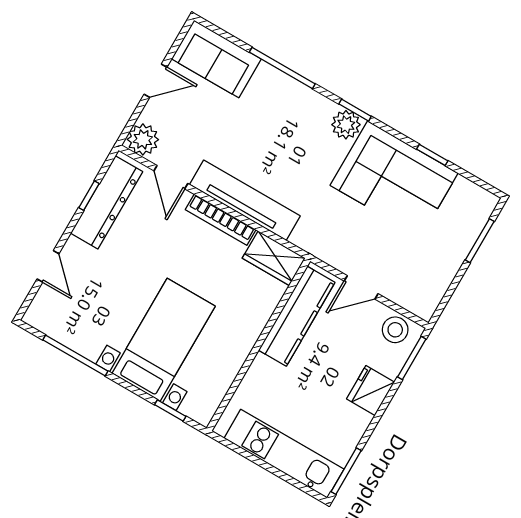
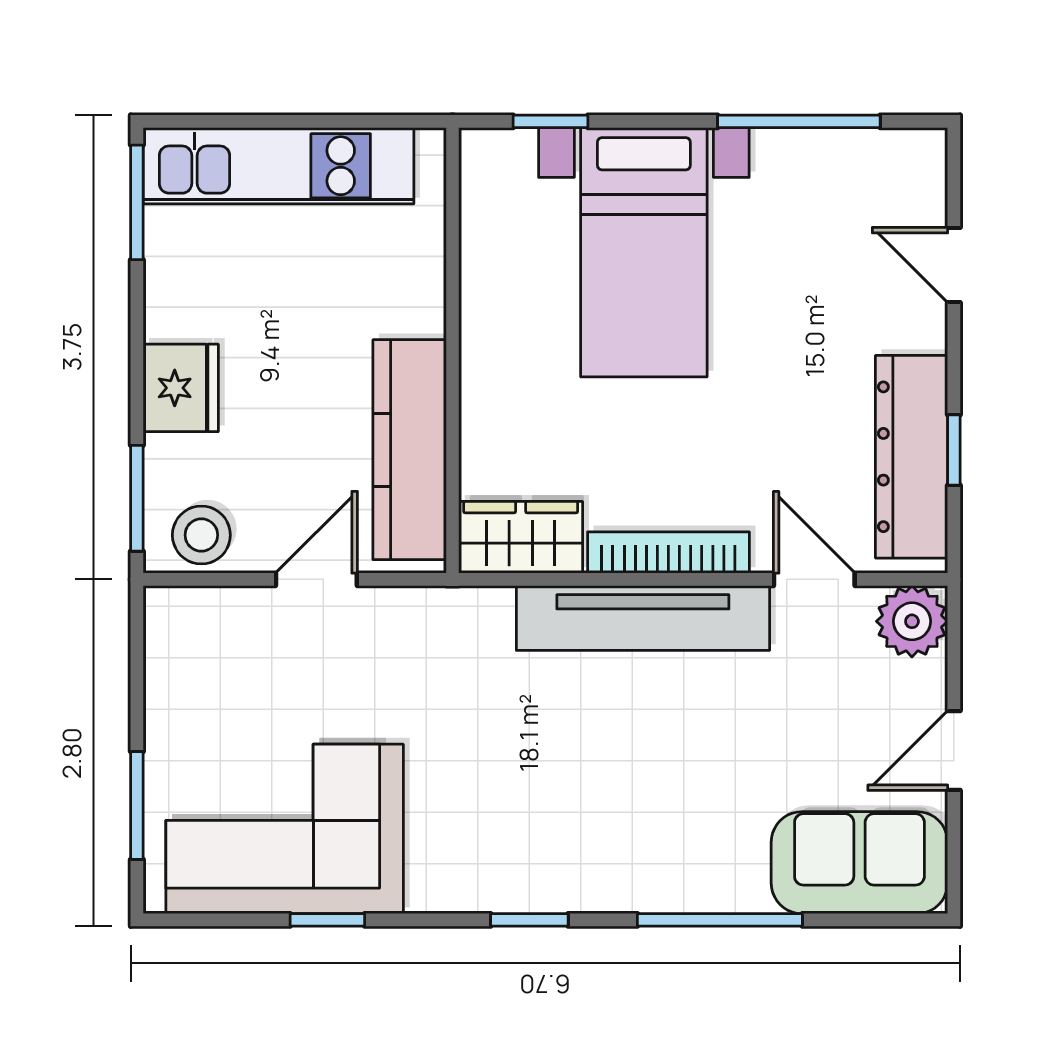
plant: (346, 125) -> (531, 881), removed
corner sofa: (394, 179) -> (285, 829), moved

